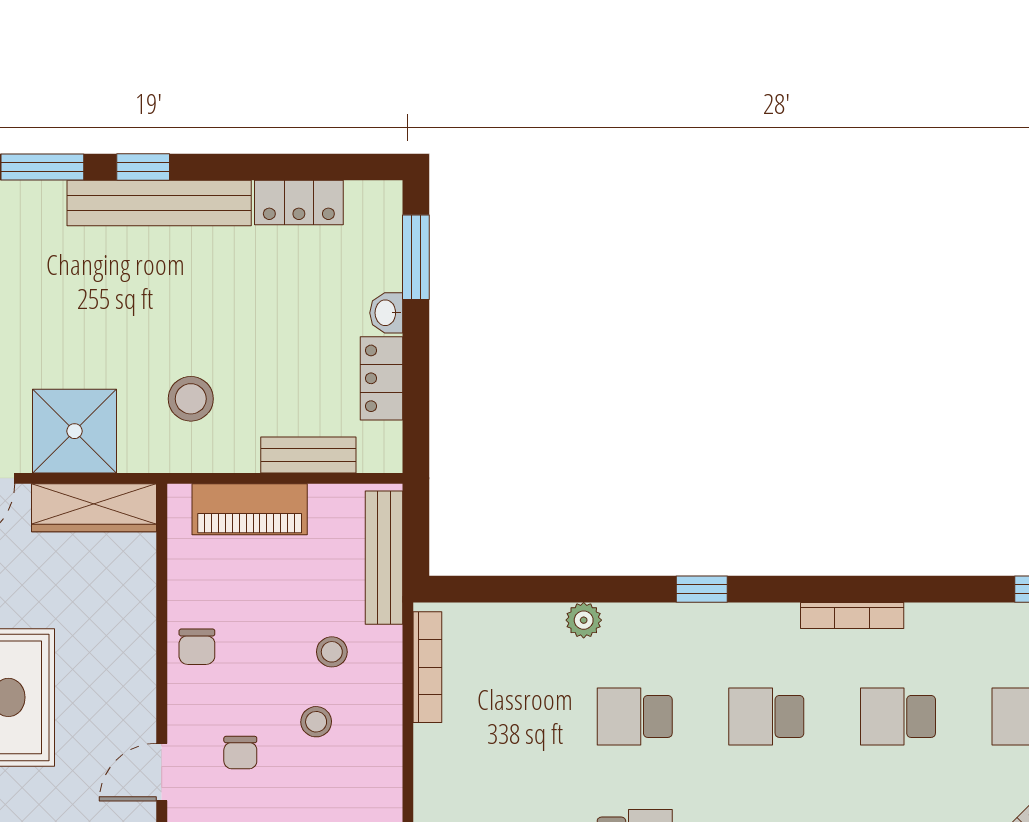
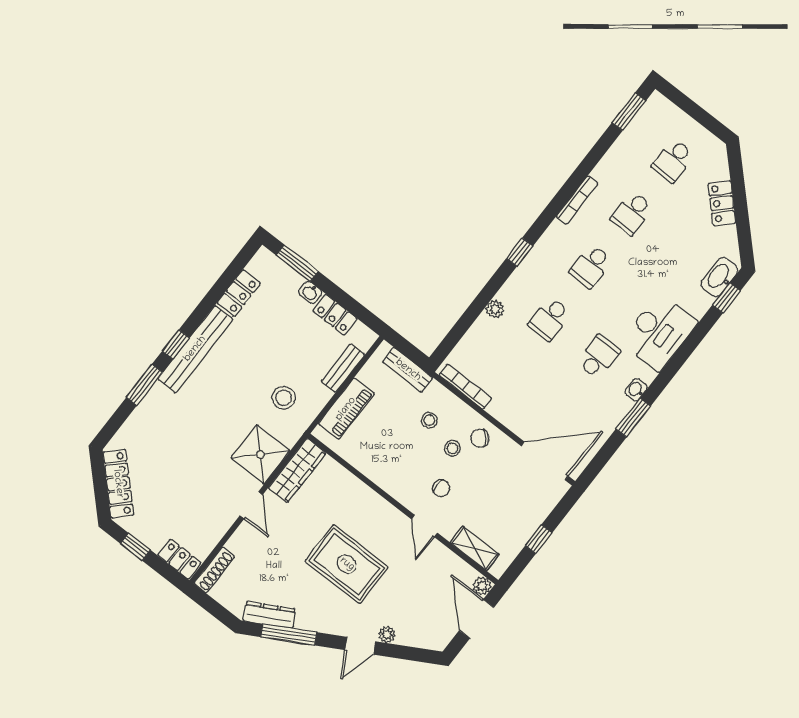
bench: (384, 558) -> (408, 370), width x0.73
chair: (197, 647) -> (480, 438), moved, turned 143

